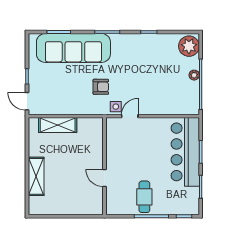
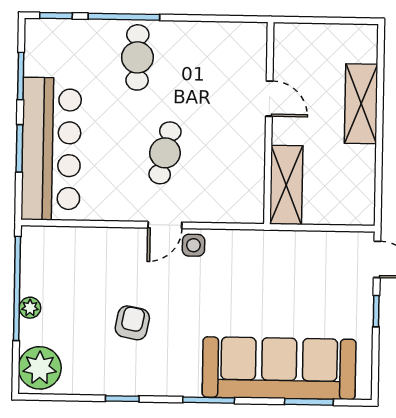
armchair: (101, 87) -> (132, 323), moved, turned 101
shelving: (58, 125) -> (286, 185), moved, turned 90
cafe table: (130, 151) -> (165, 153), added
wall: (104, 166) -> (269, 123), moved
door: (104, 178) -> (269, 99), moved

